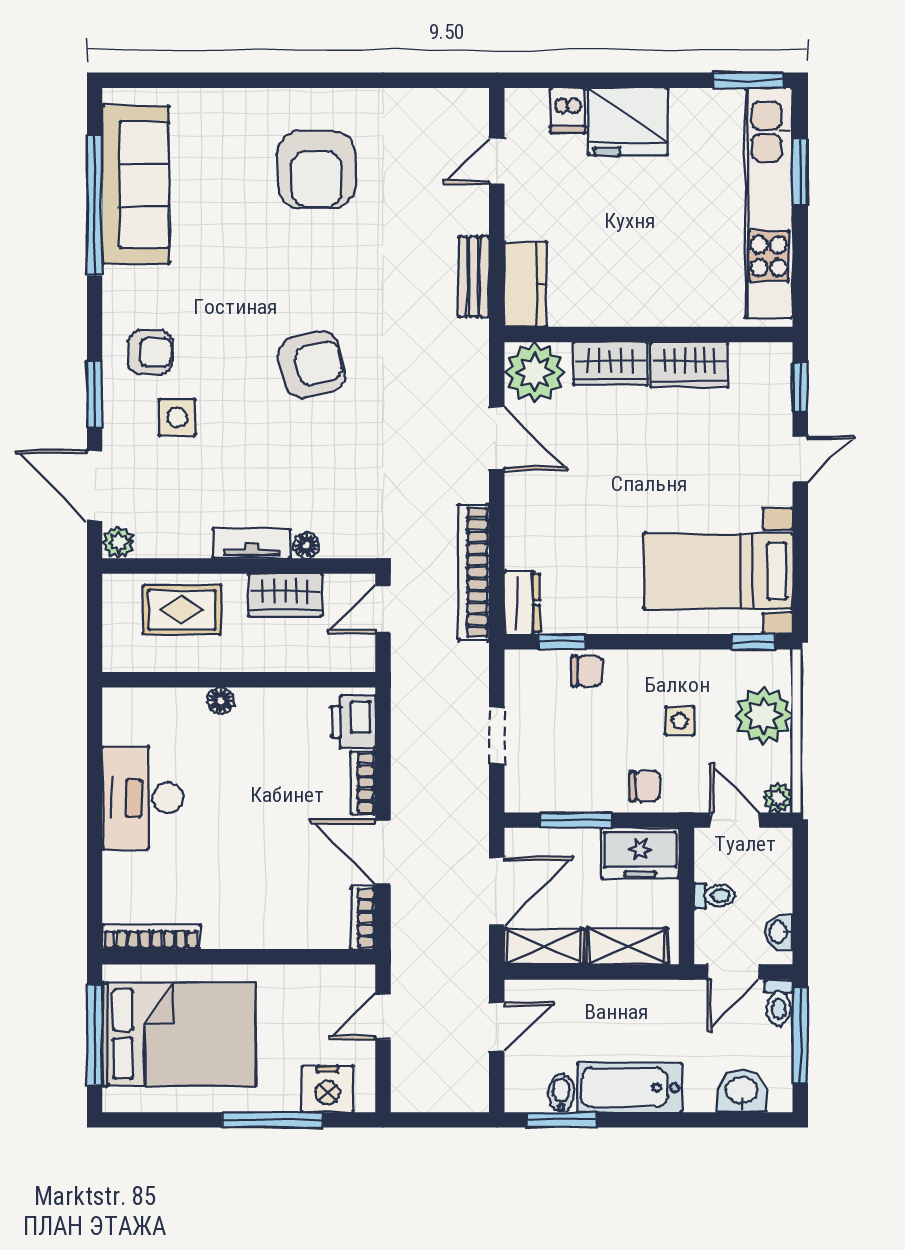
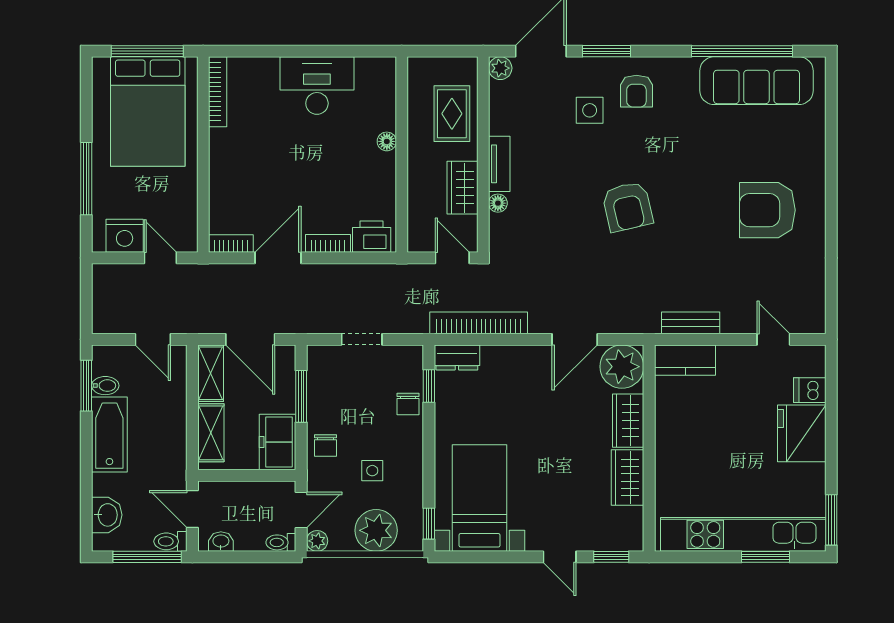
toilet: (715, 896) -> (281, 542), moved, turned 90
nightstand: (327, 1089) -> (125, 236), moved, turned -90

